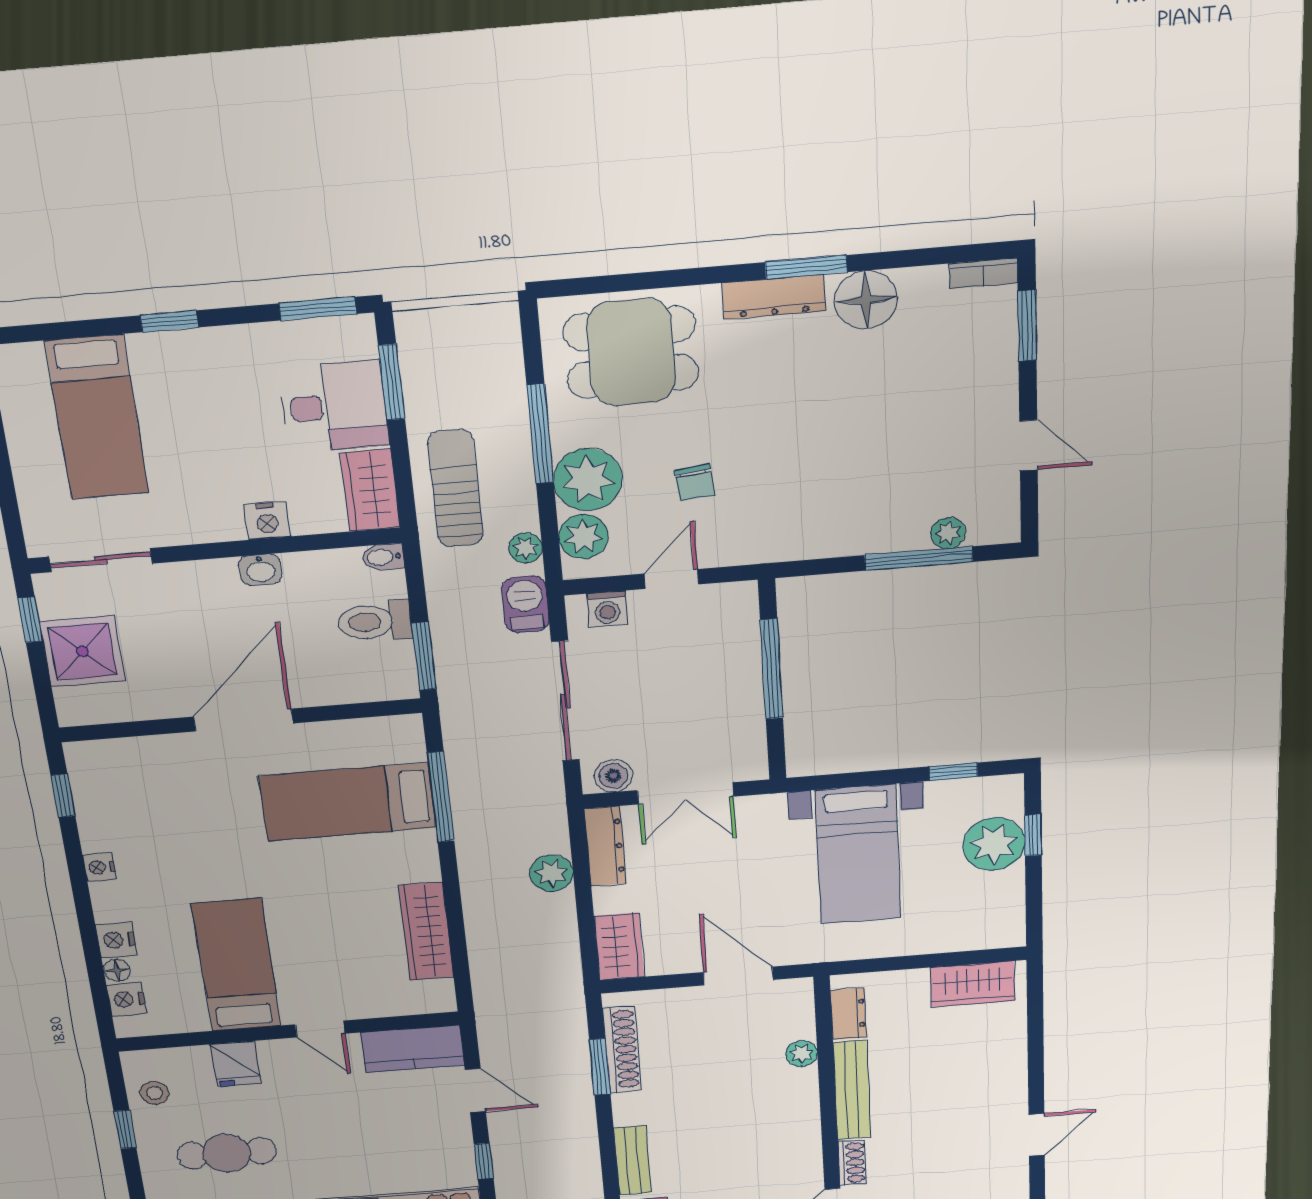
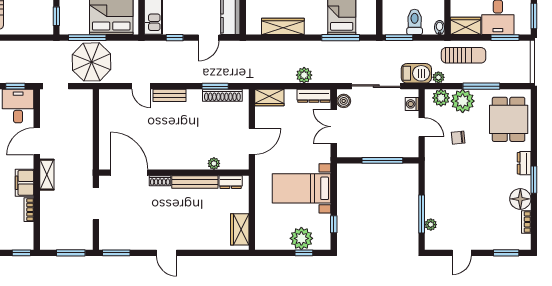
bookcase: (983, 273) -> (526, 222), moved
dresser: (774, 297) -> (524, 163), width x0.70
barbecue: (525, 605) -> (416, 73), width x1.38, depth x1.27

